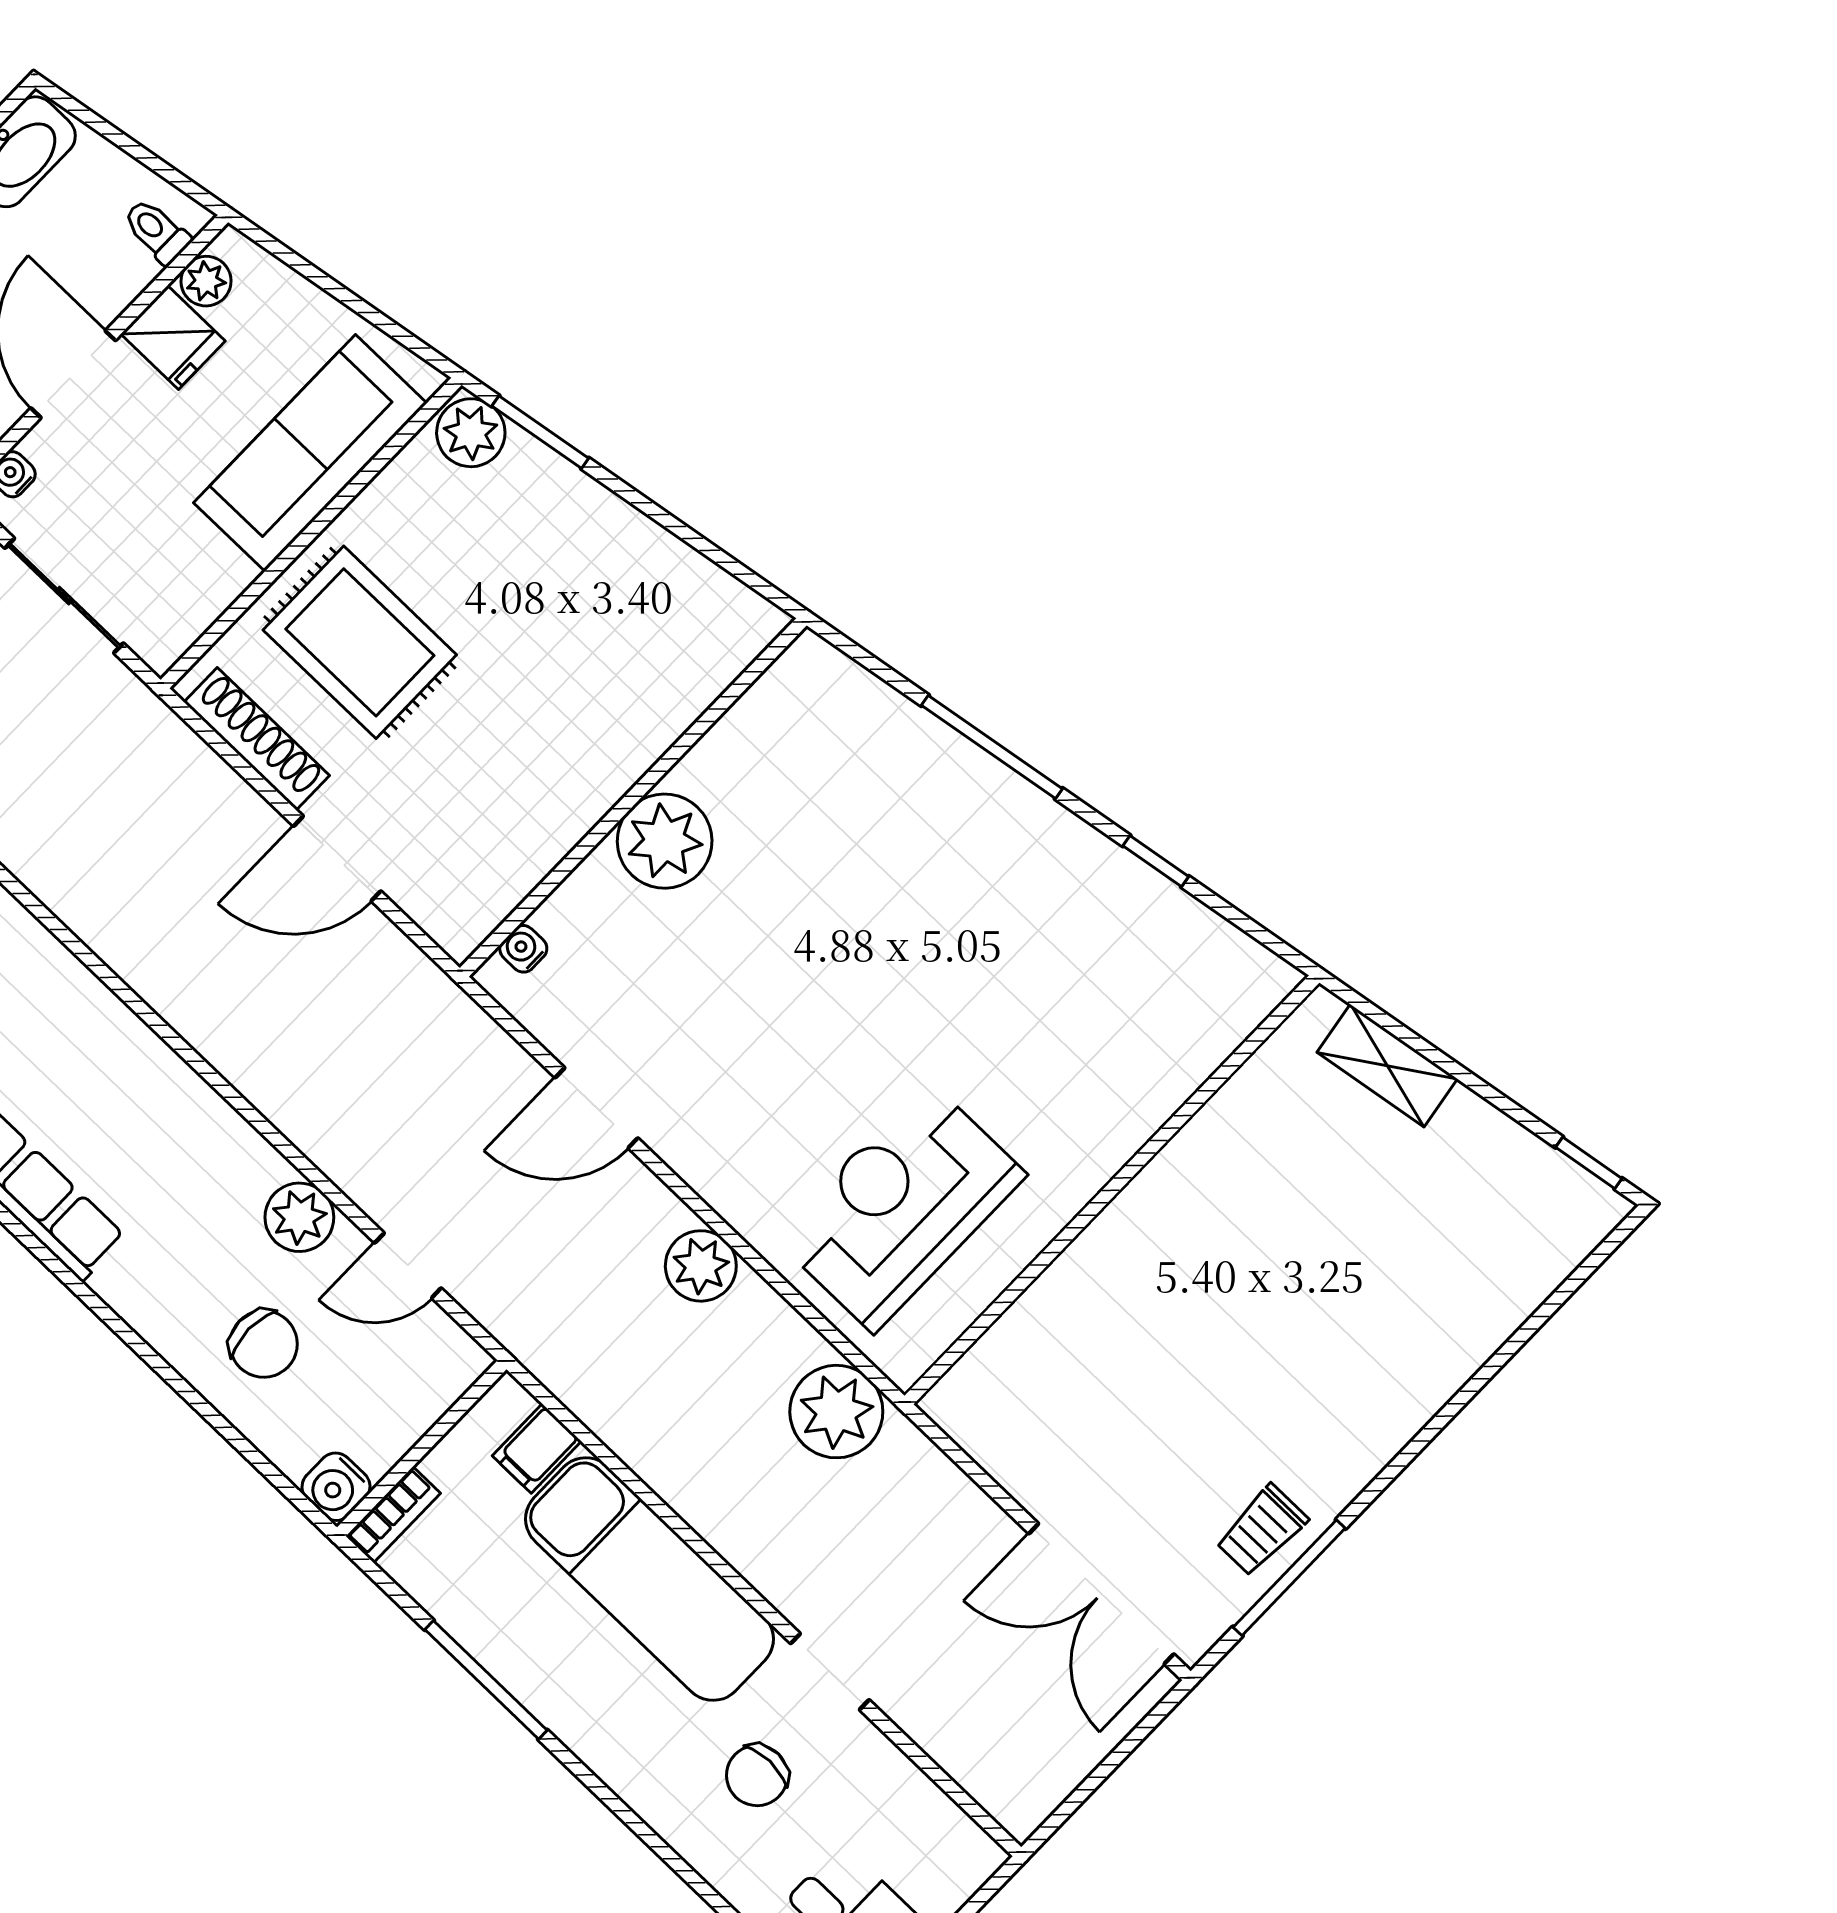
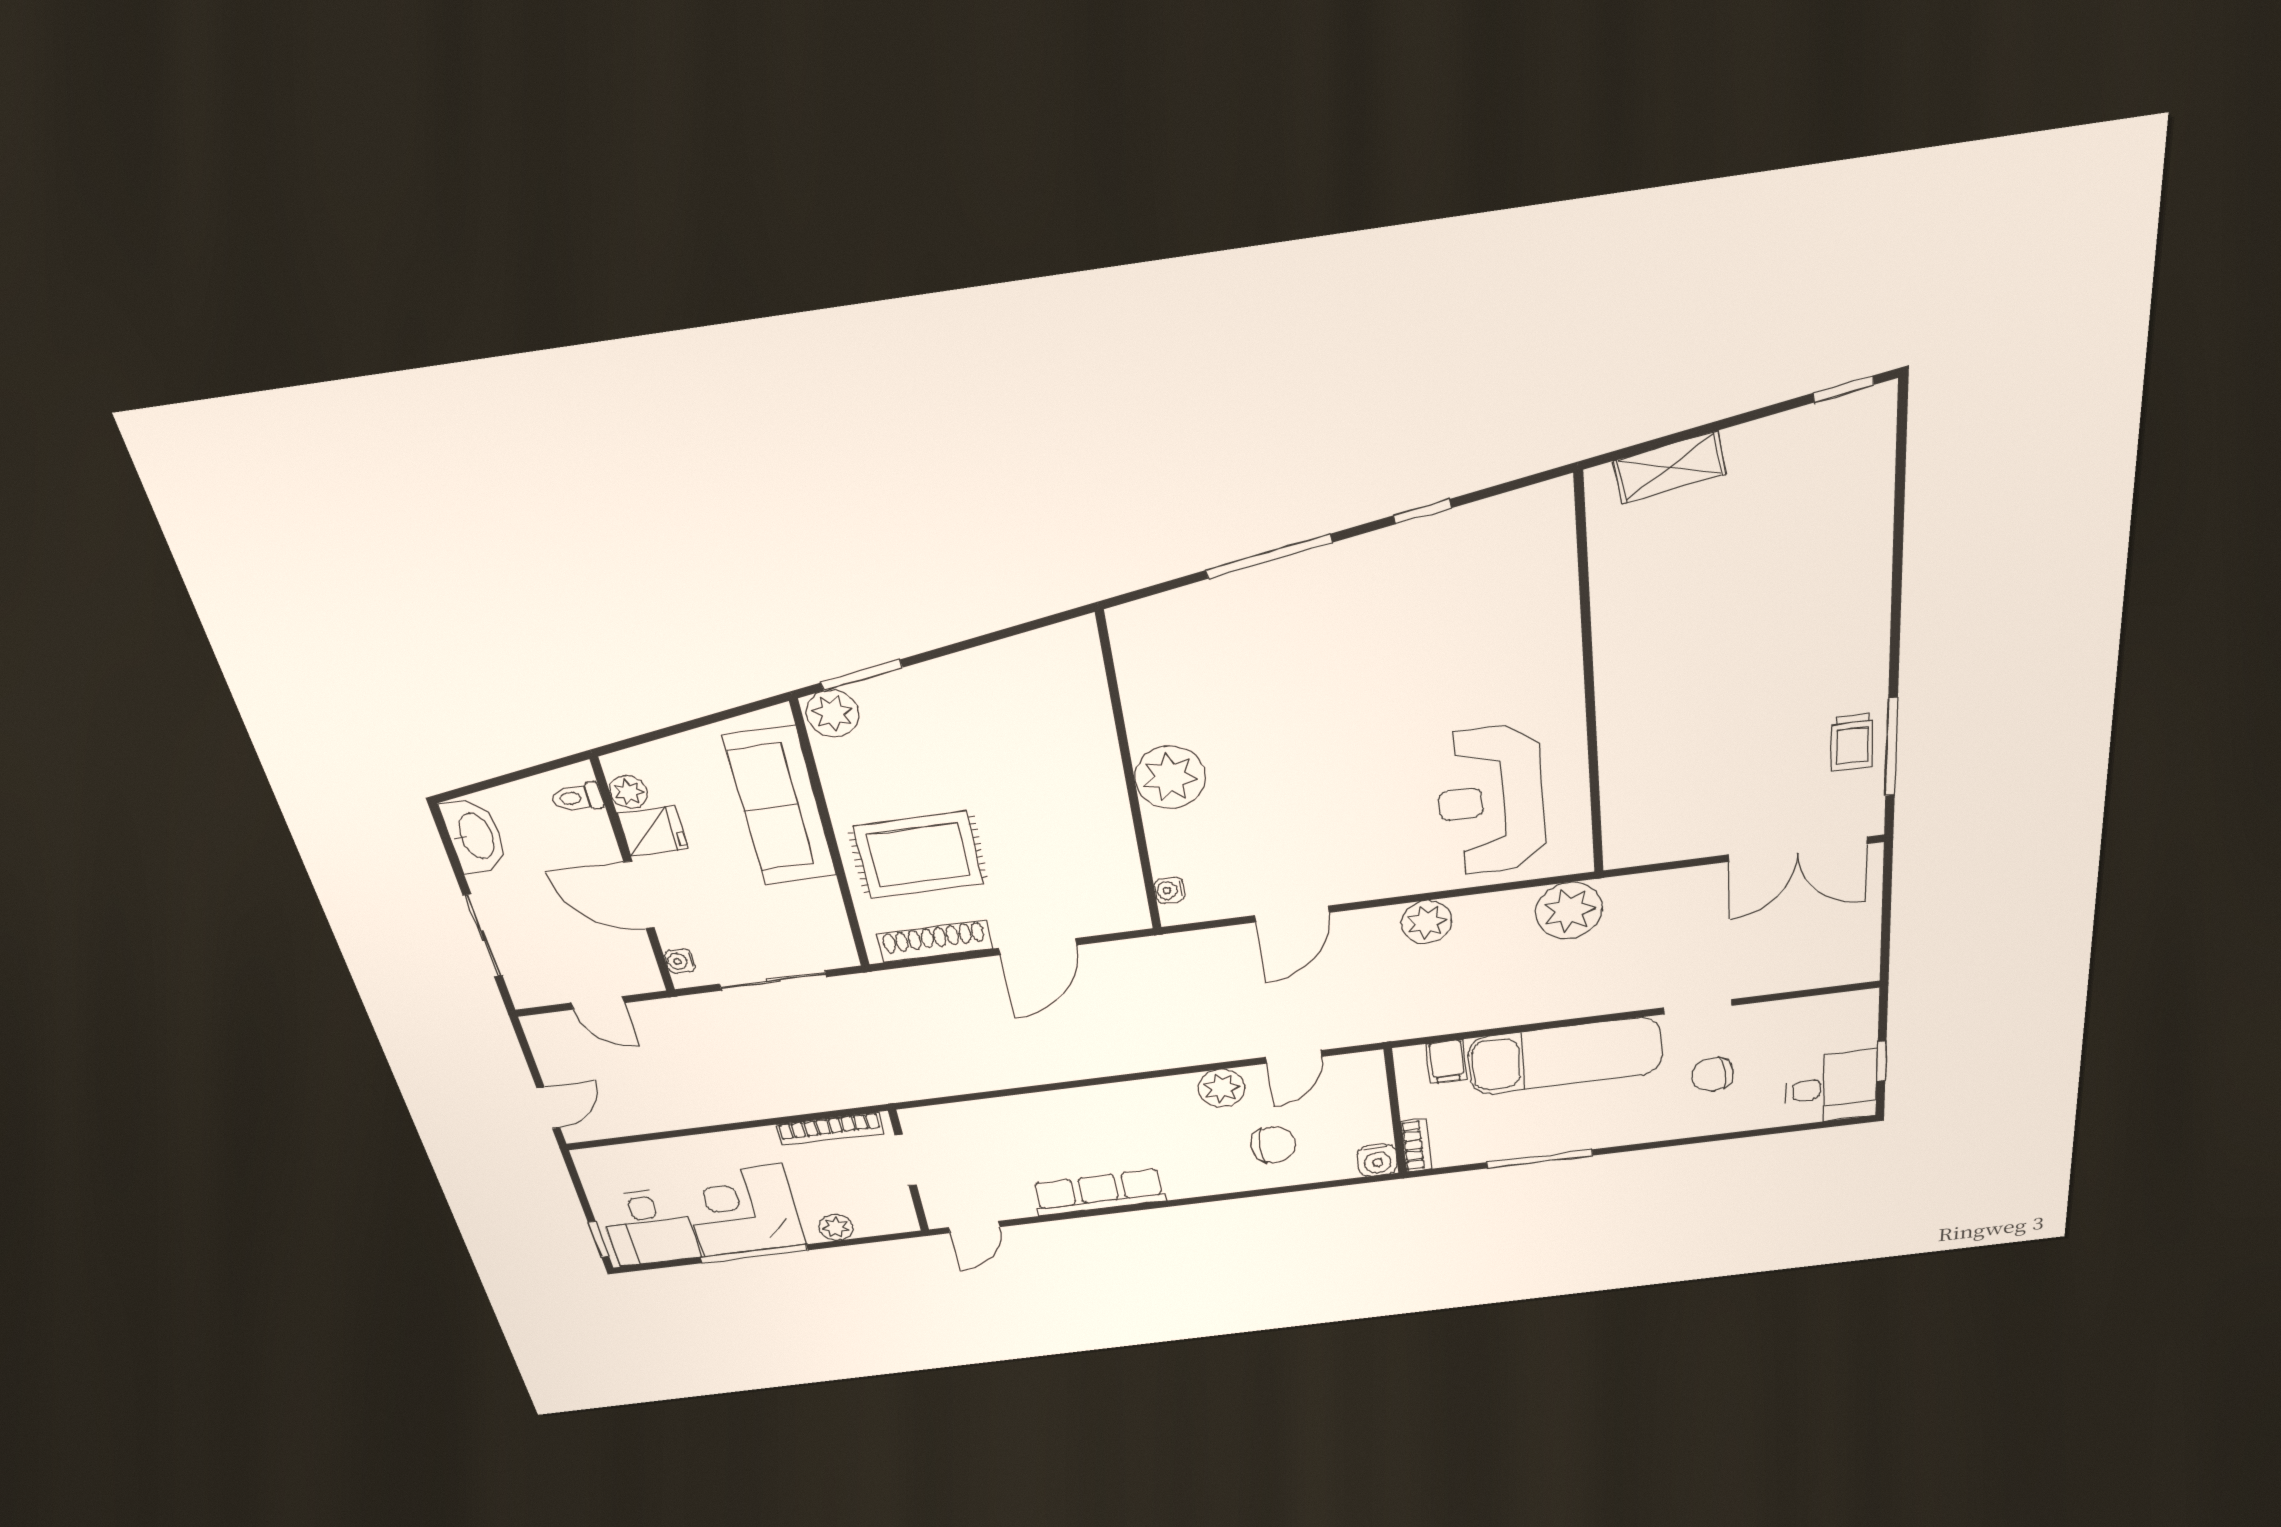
chair: (757, 1775) -> (1713, 1074), turned 84

